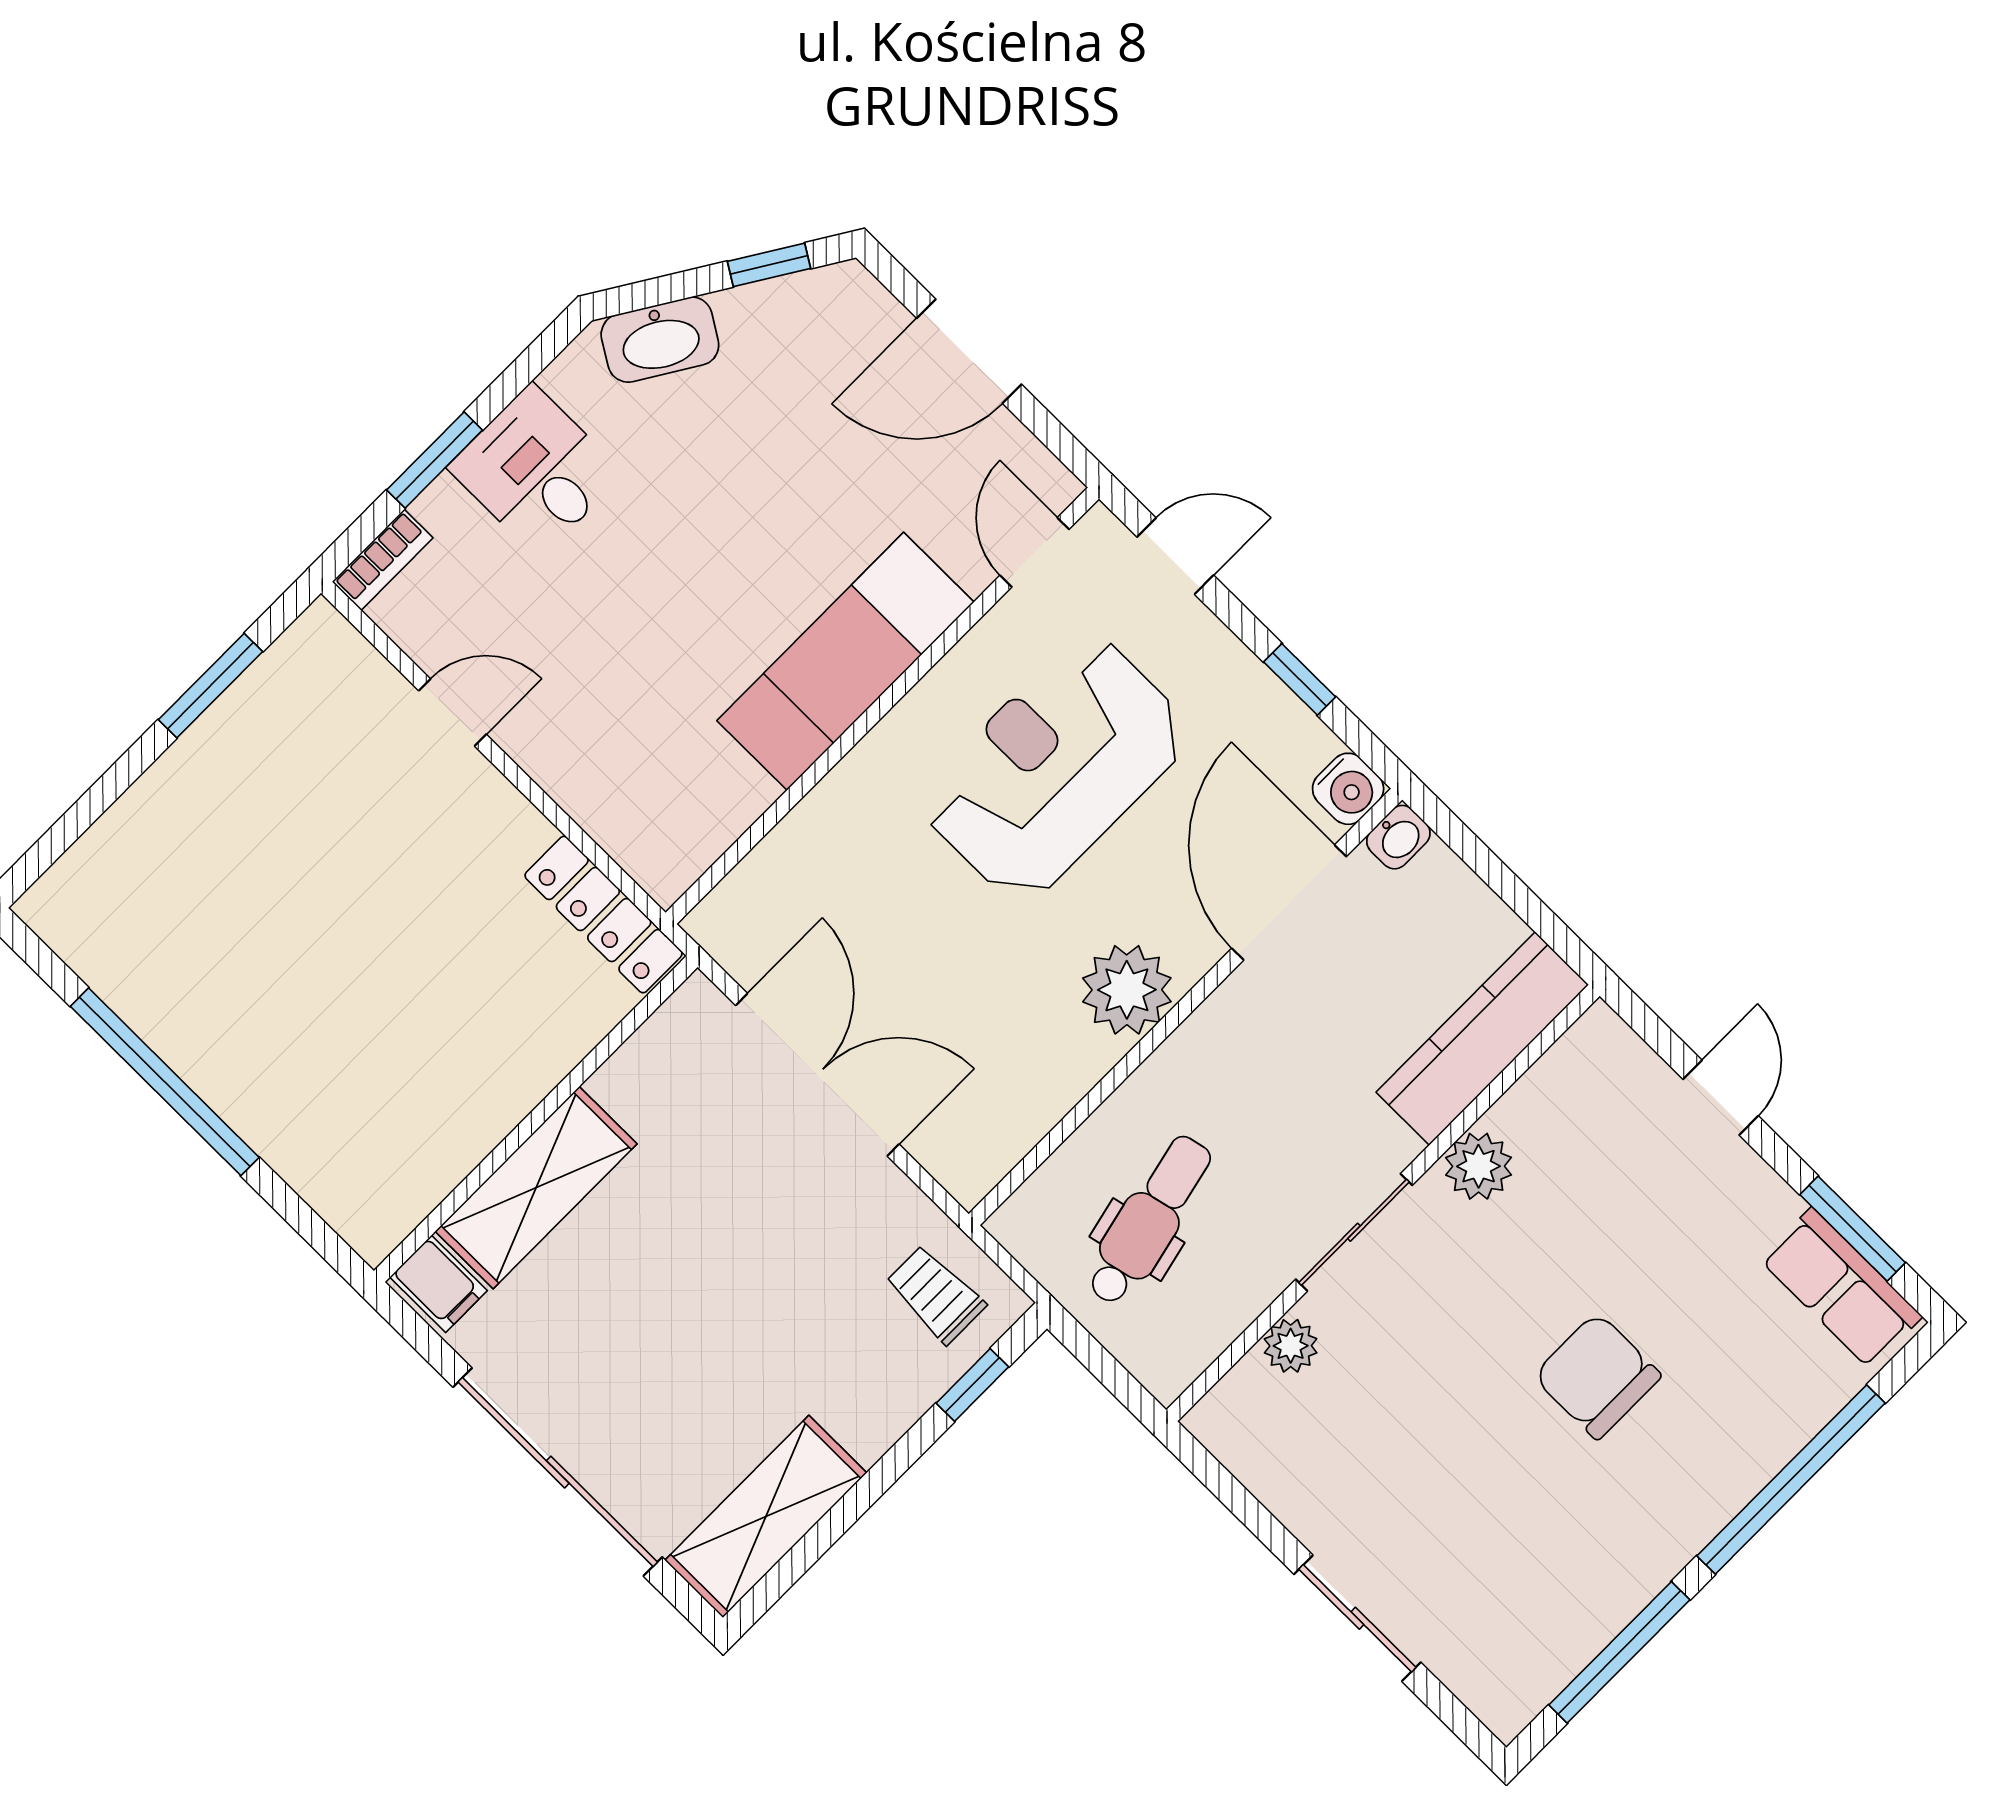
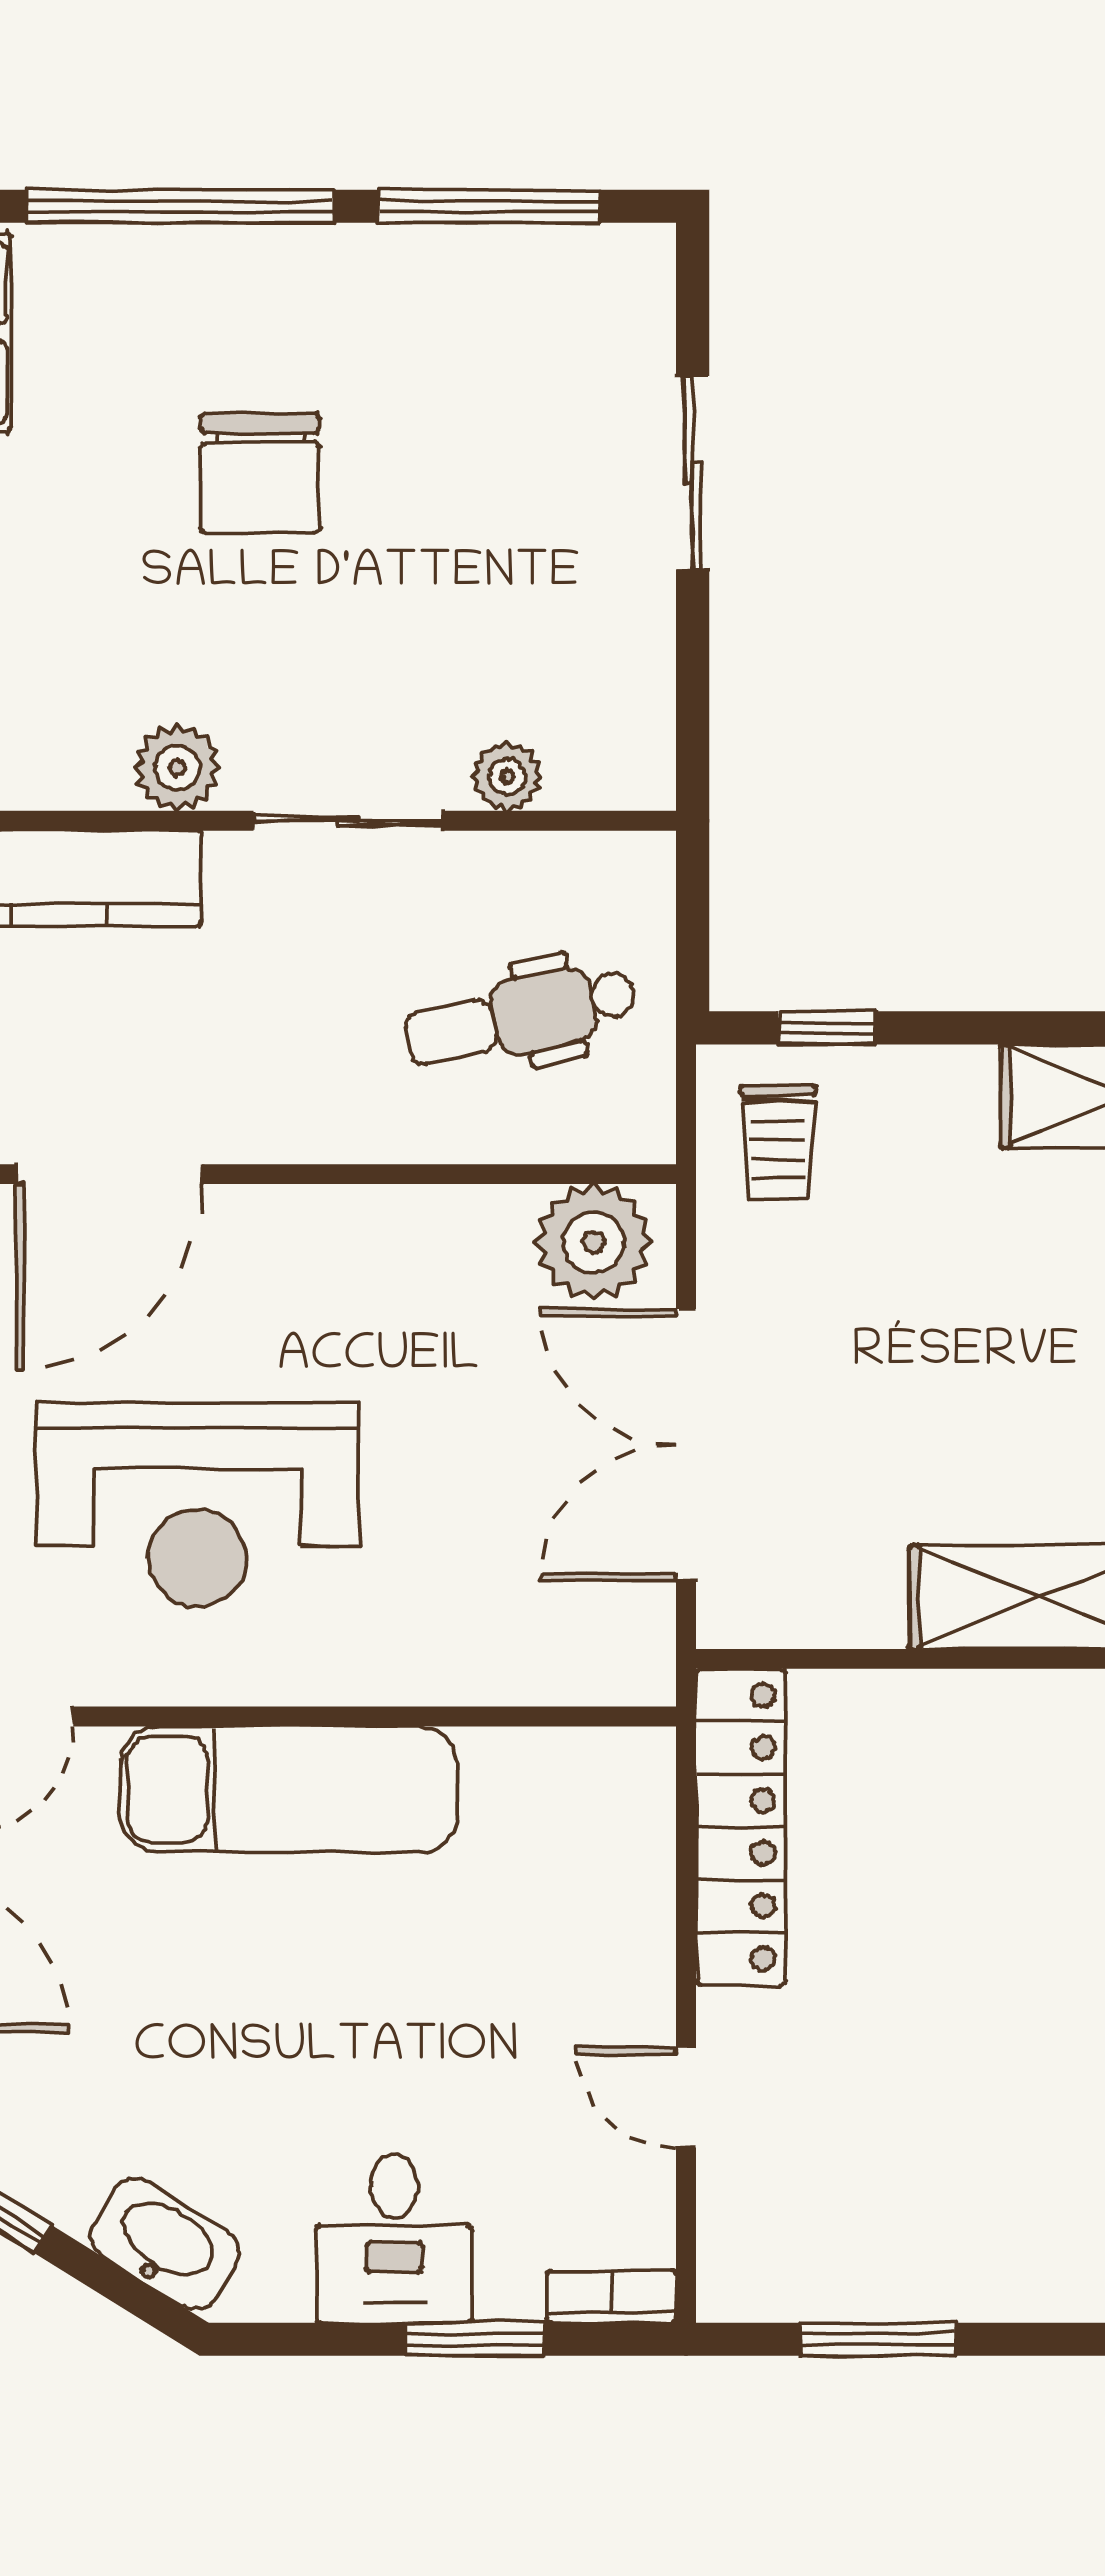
locker: (604, 914) -> (741, 1827), width x1.41, depth x1.21
plant: (1127, 990) -> (594, 1242), moved

